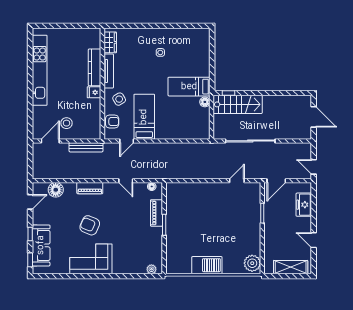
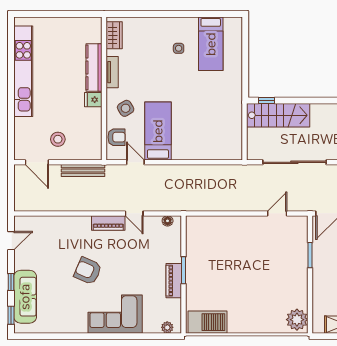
tv unit: (109, 71) -> (112, 72), width x0.71
bed: (189, 87) -> (211, 44), moved, turned -90
floor lamp: (205, 102) -> (236, 112), removed
door: (50, 141) -> (37, 162), swing flipped
door: (127, 141) -> (135, 162), swing flipped
piano: (90, 188) -> (108, 223), moved
floor lamp: (56, 190) -> (44, 225), removed
piano: (157, 213) -> (174, 281), moved
corner sofa: (91, 259) -> (115, 314), moved
barbecue: (207, 265) -> (207, 322), moved

